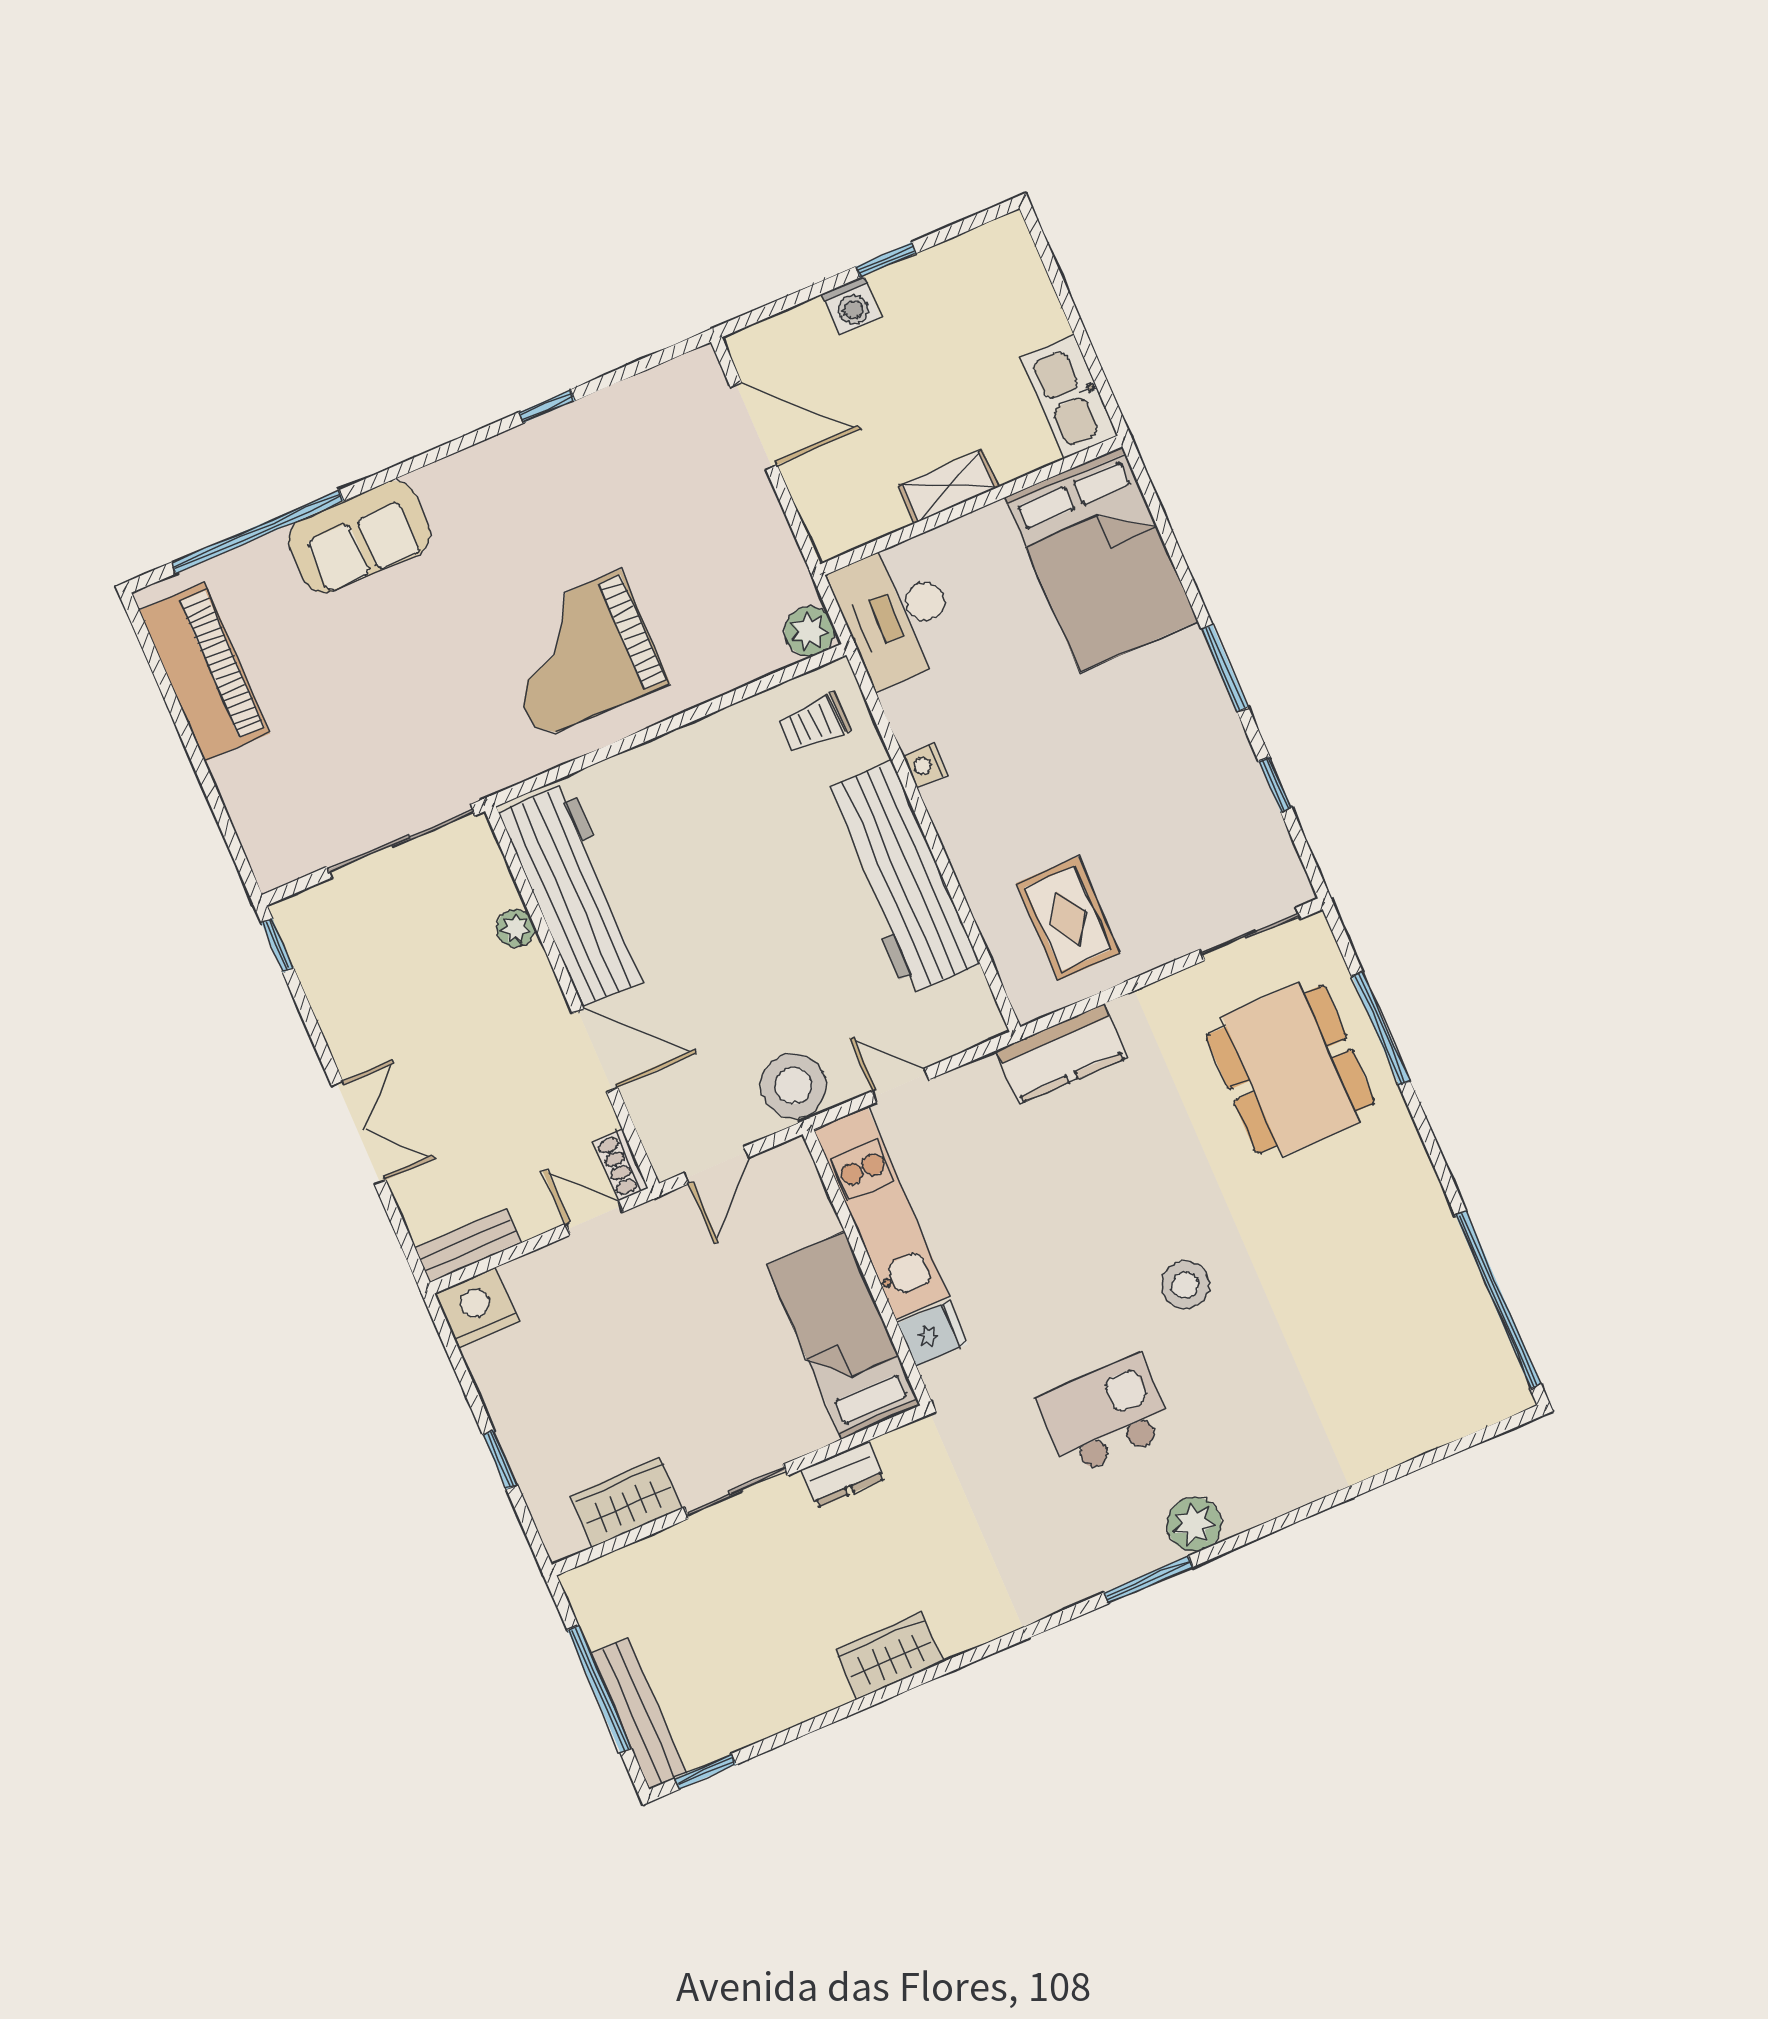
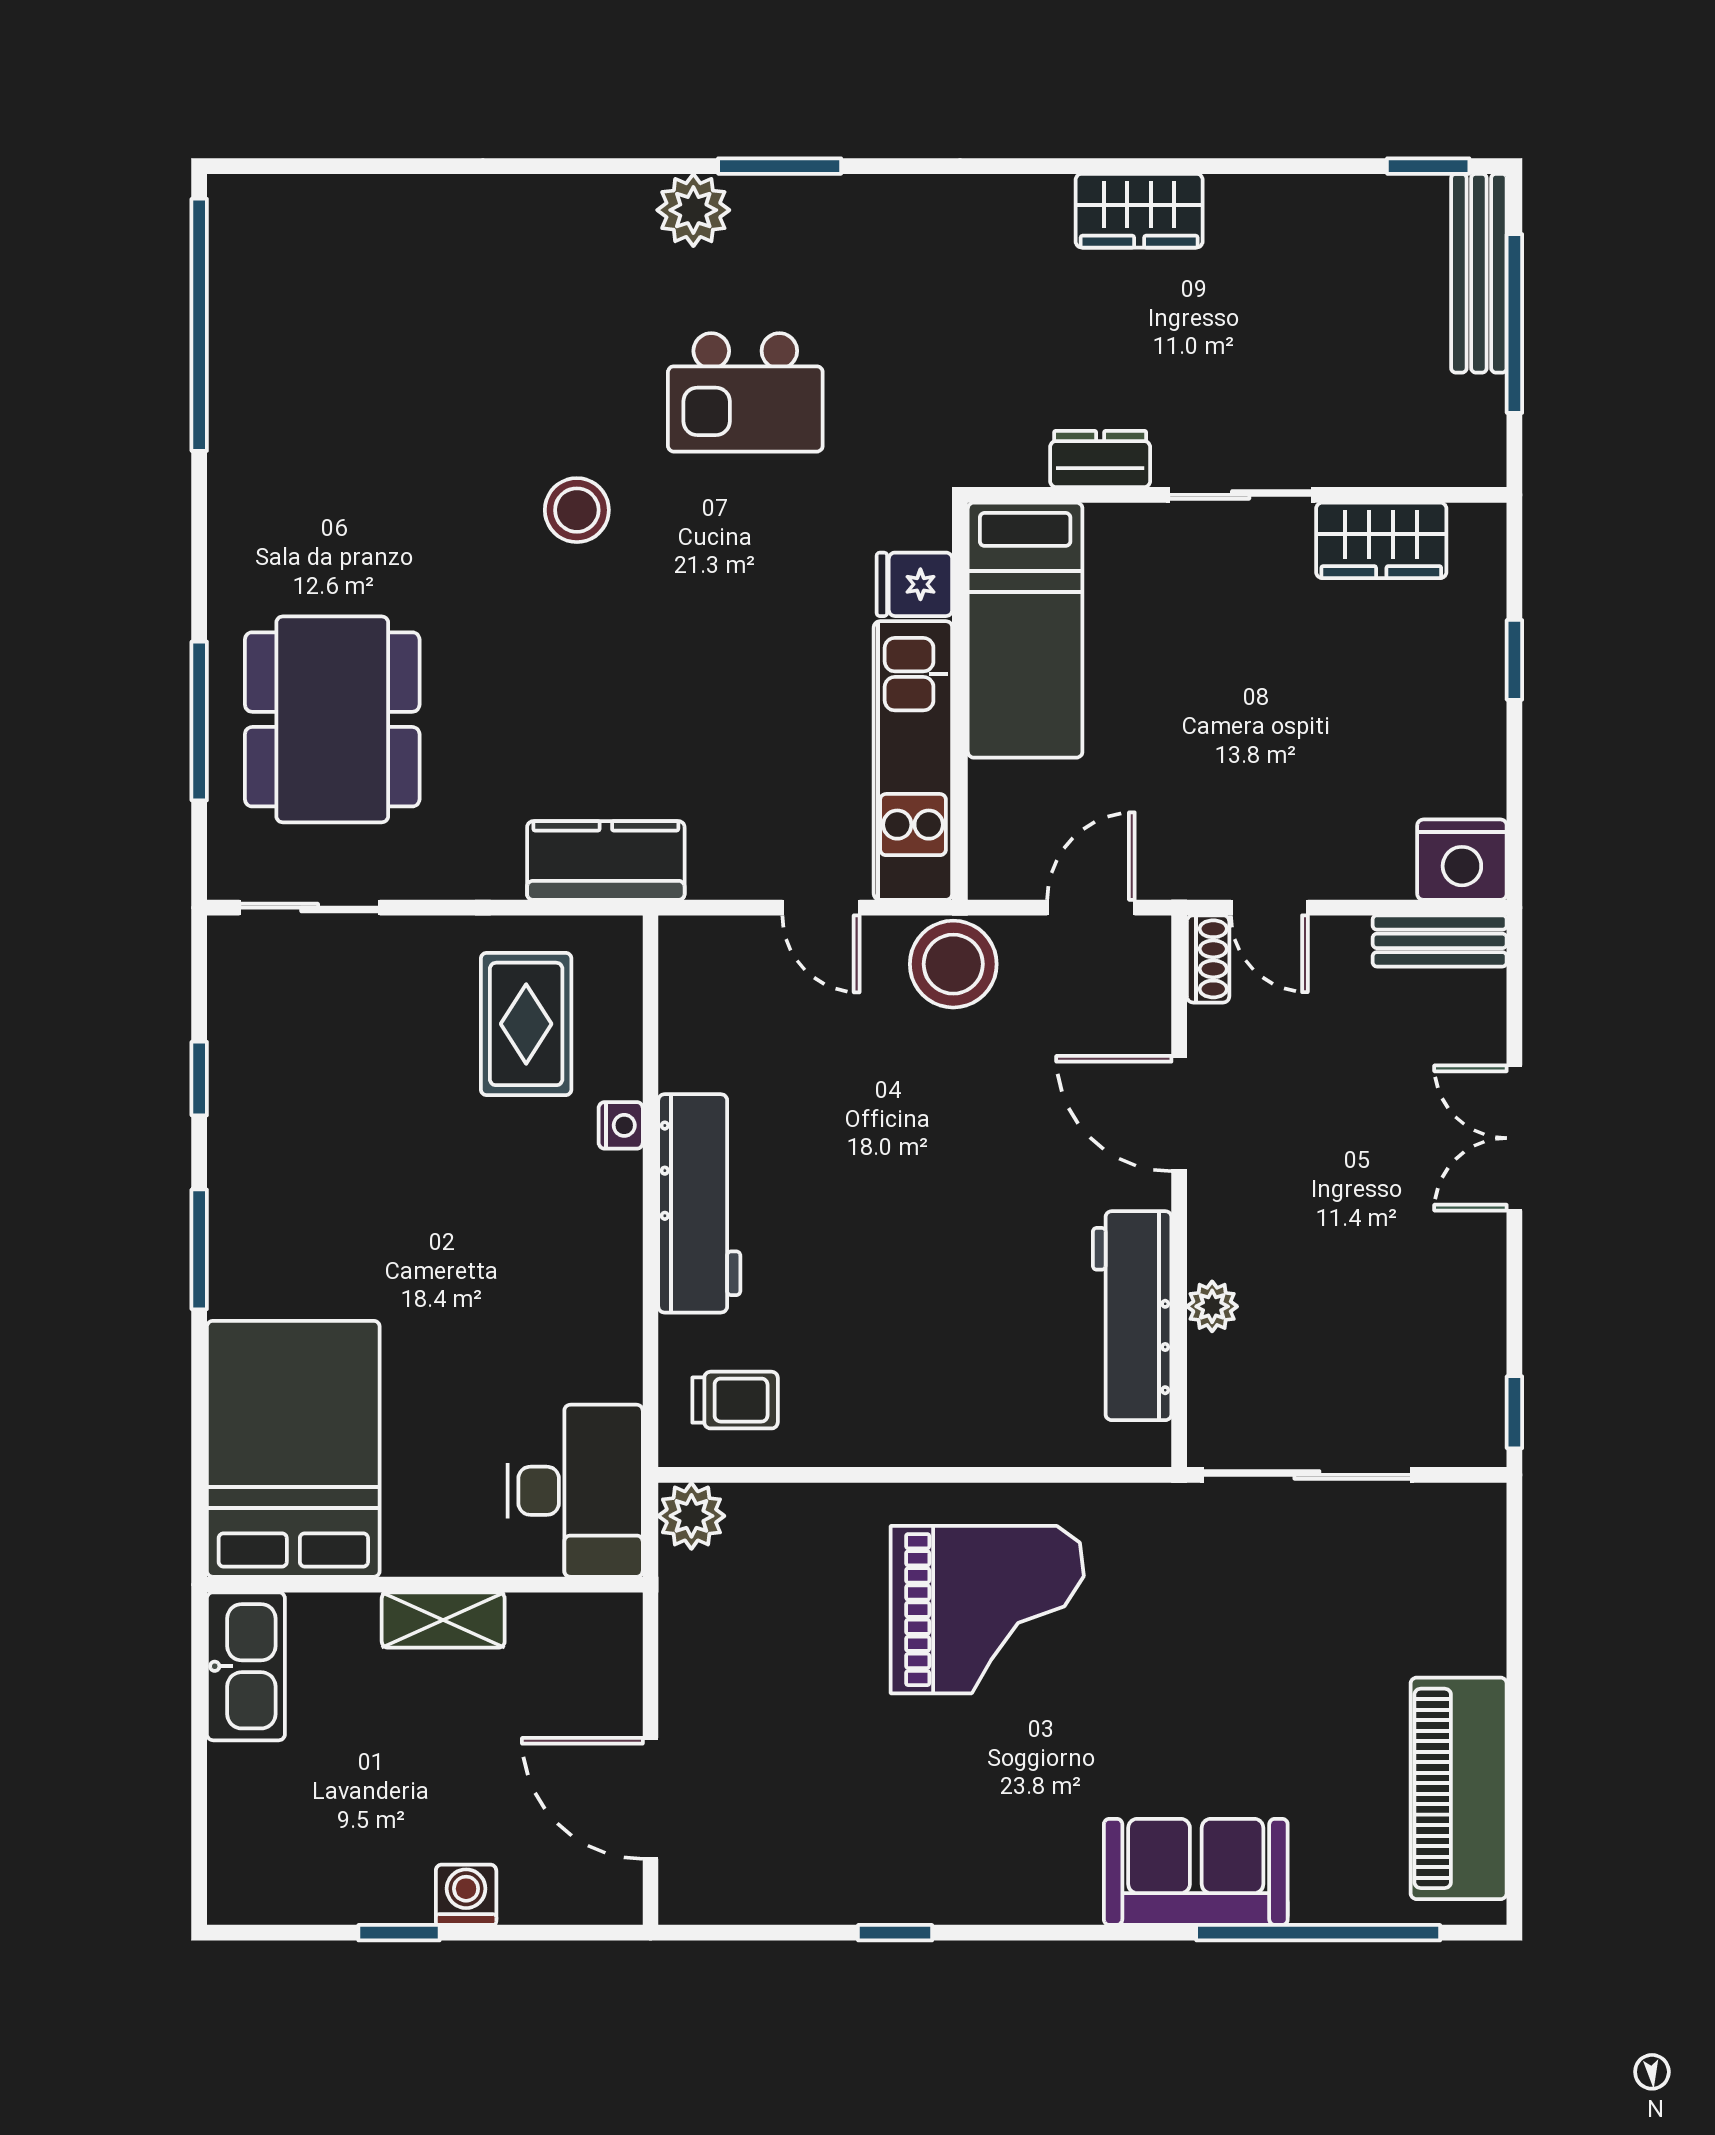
nightstand: (925, 765) -> (621, 1125), moved
workbench: (899, 878) -> (699, 1203), width x0.73, depth x0.76
workbench: (576, 895) -> (1132, 1316), width x0.73, depth x0.76

